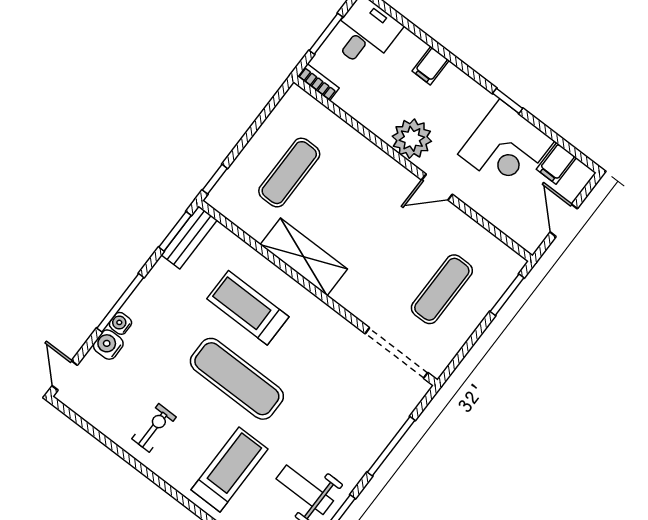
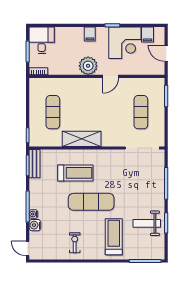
filing cabinet: (431, 66) -> (90, 34), moved
treadmill: (248, 308) -> (75, 173), turned 180

